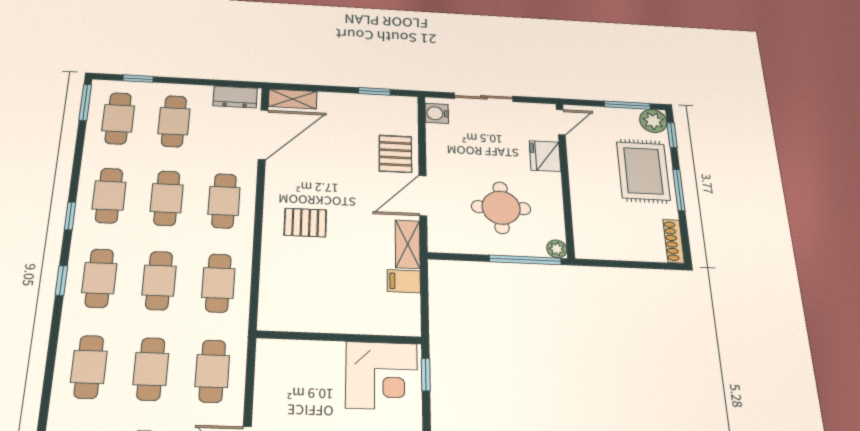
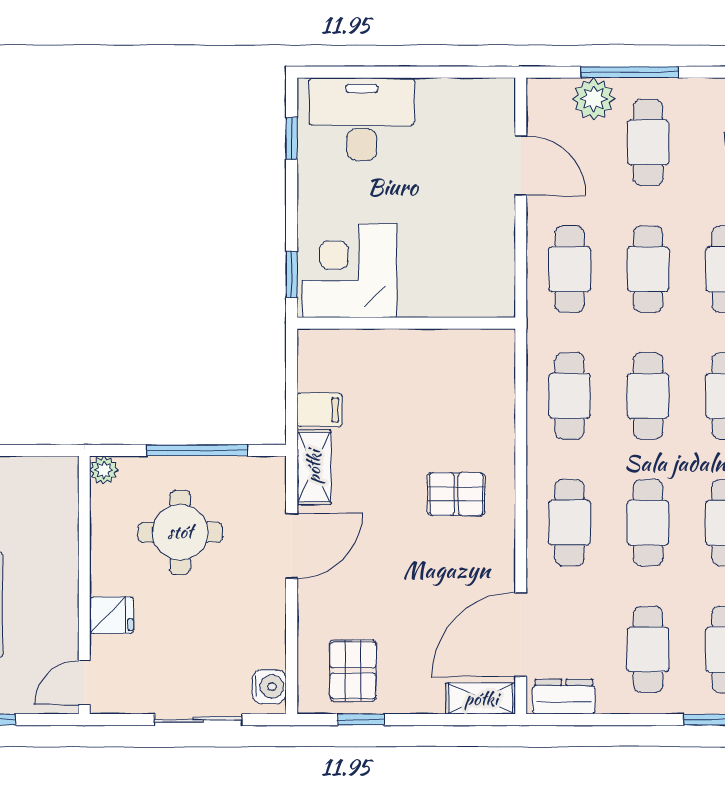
pallet: (395, 154) -> (353, 670), moved
fridge: (545, 156) -> (112, 615), width x0.72
window: (525, 260) -> (197, 450), moved

